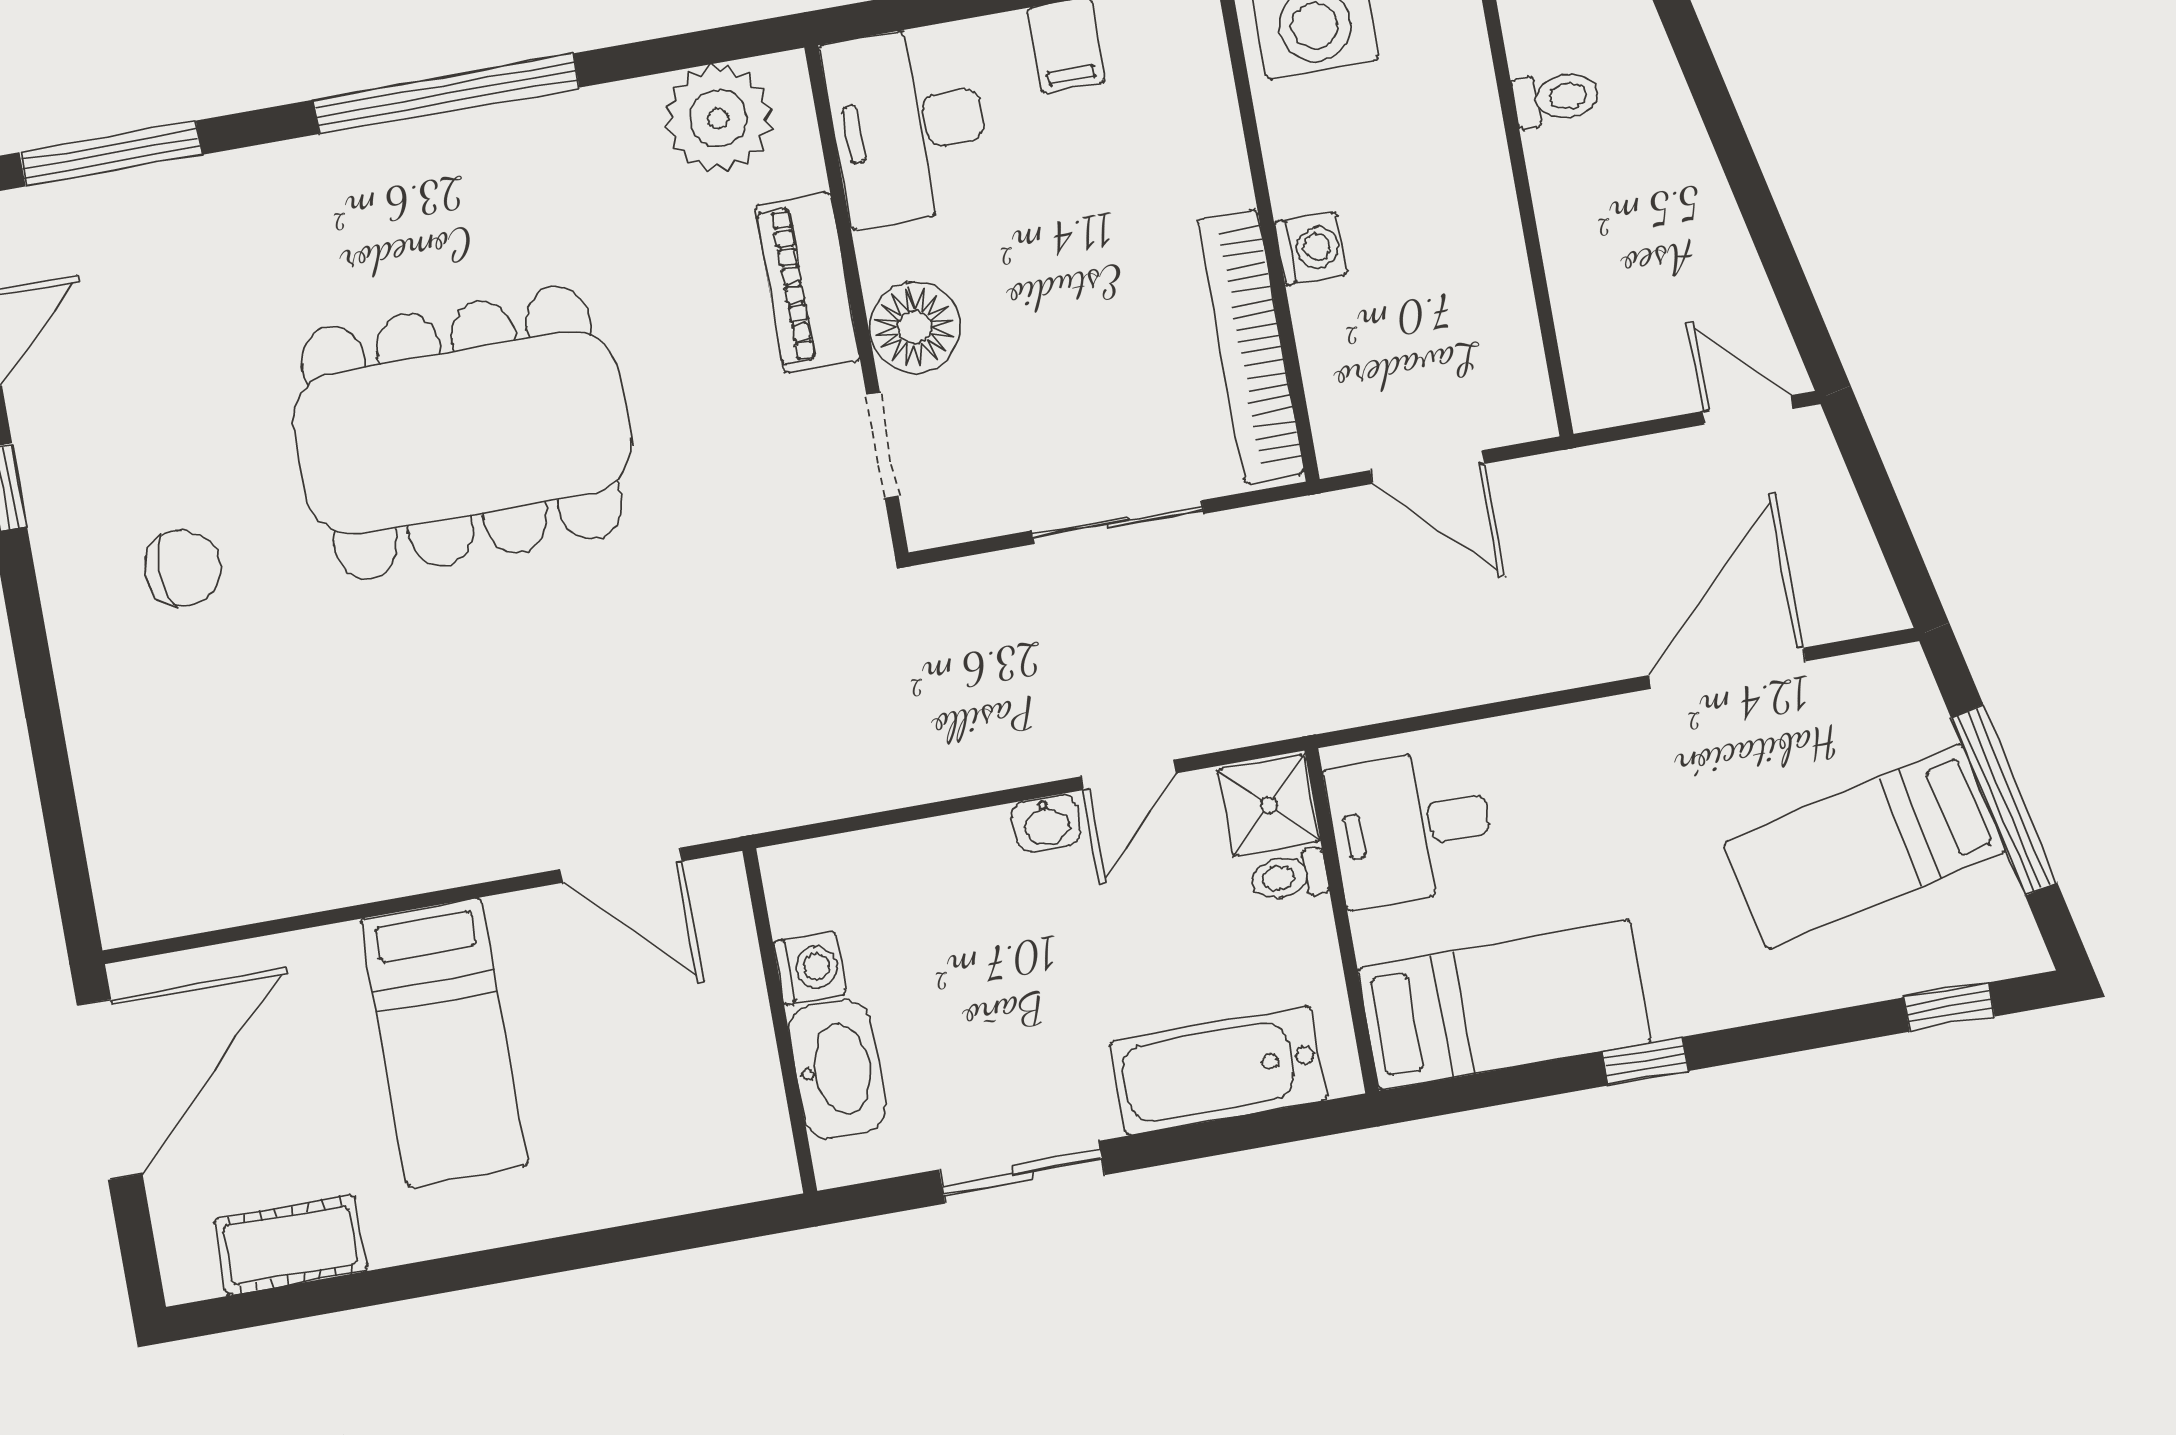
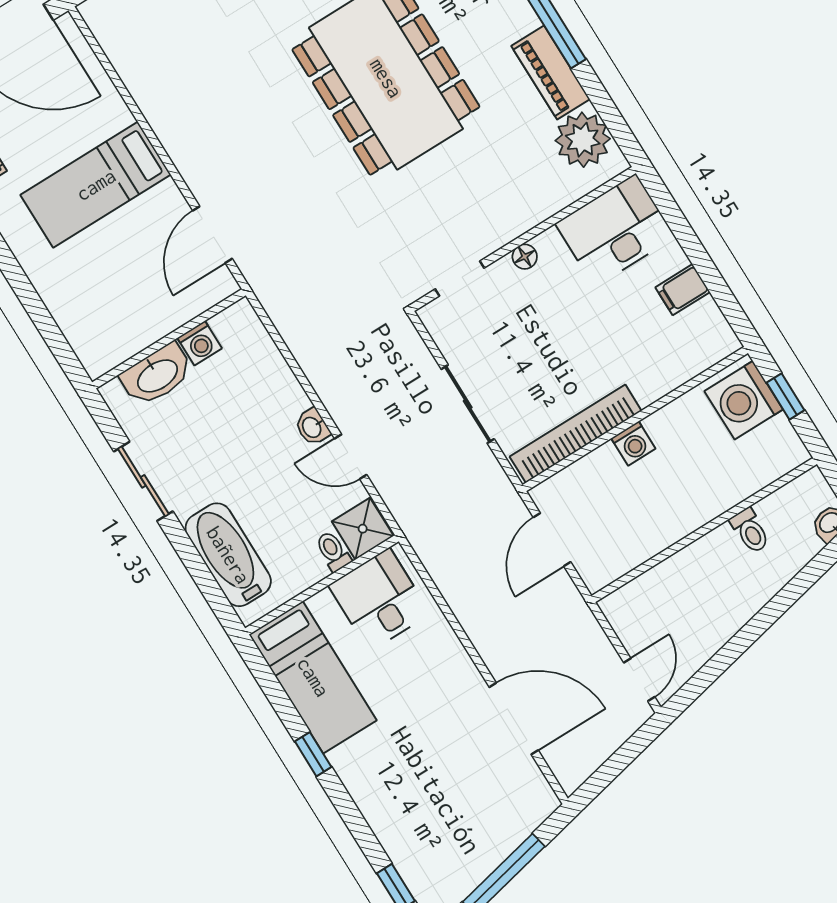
piano: (807, 283) -> (551, 73), moved, turned -90
floor lamp: (915, 327) -> (525, 257), width x0.53, depth x0.53
bed: (1864, 847) -> (456, 817), removed

